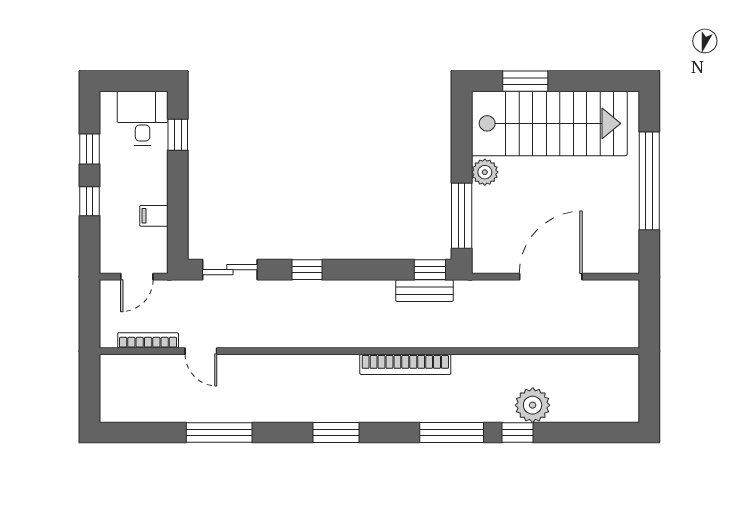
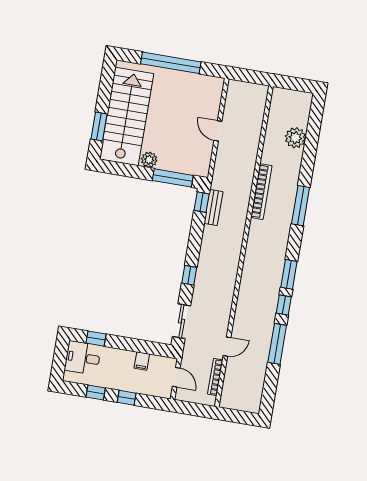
door: (551, 277) -> (218, 131), width x0.53
bookcase: (405, 364) -> (261, 192), moved
plant: (533, 405) -> (295, 138), moved
window: (517, 432) -> (284, 305), moved

